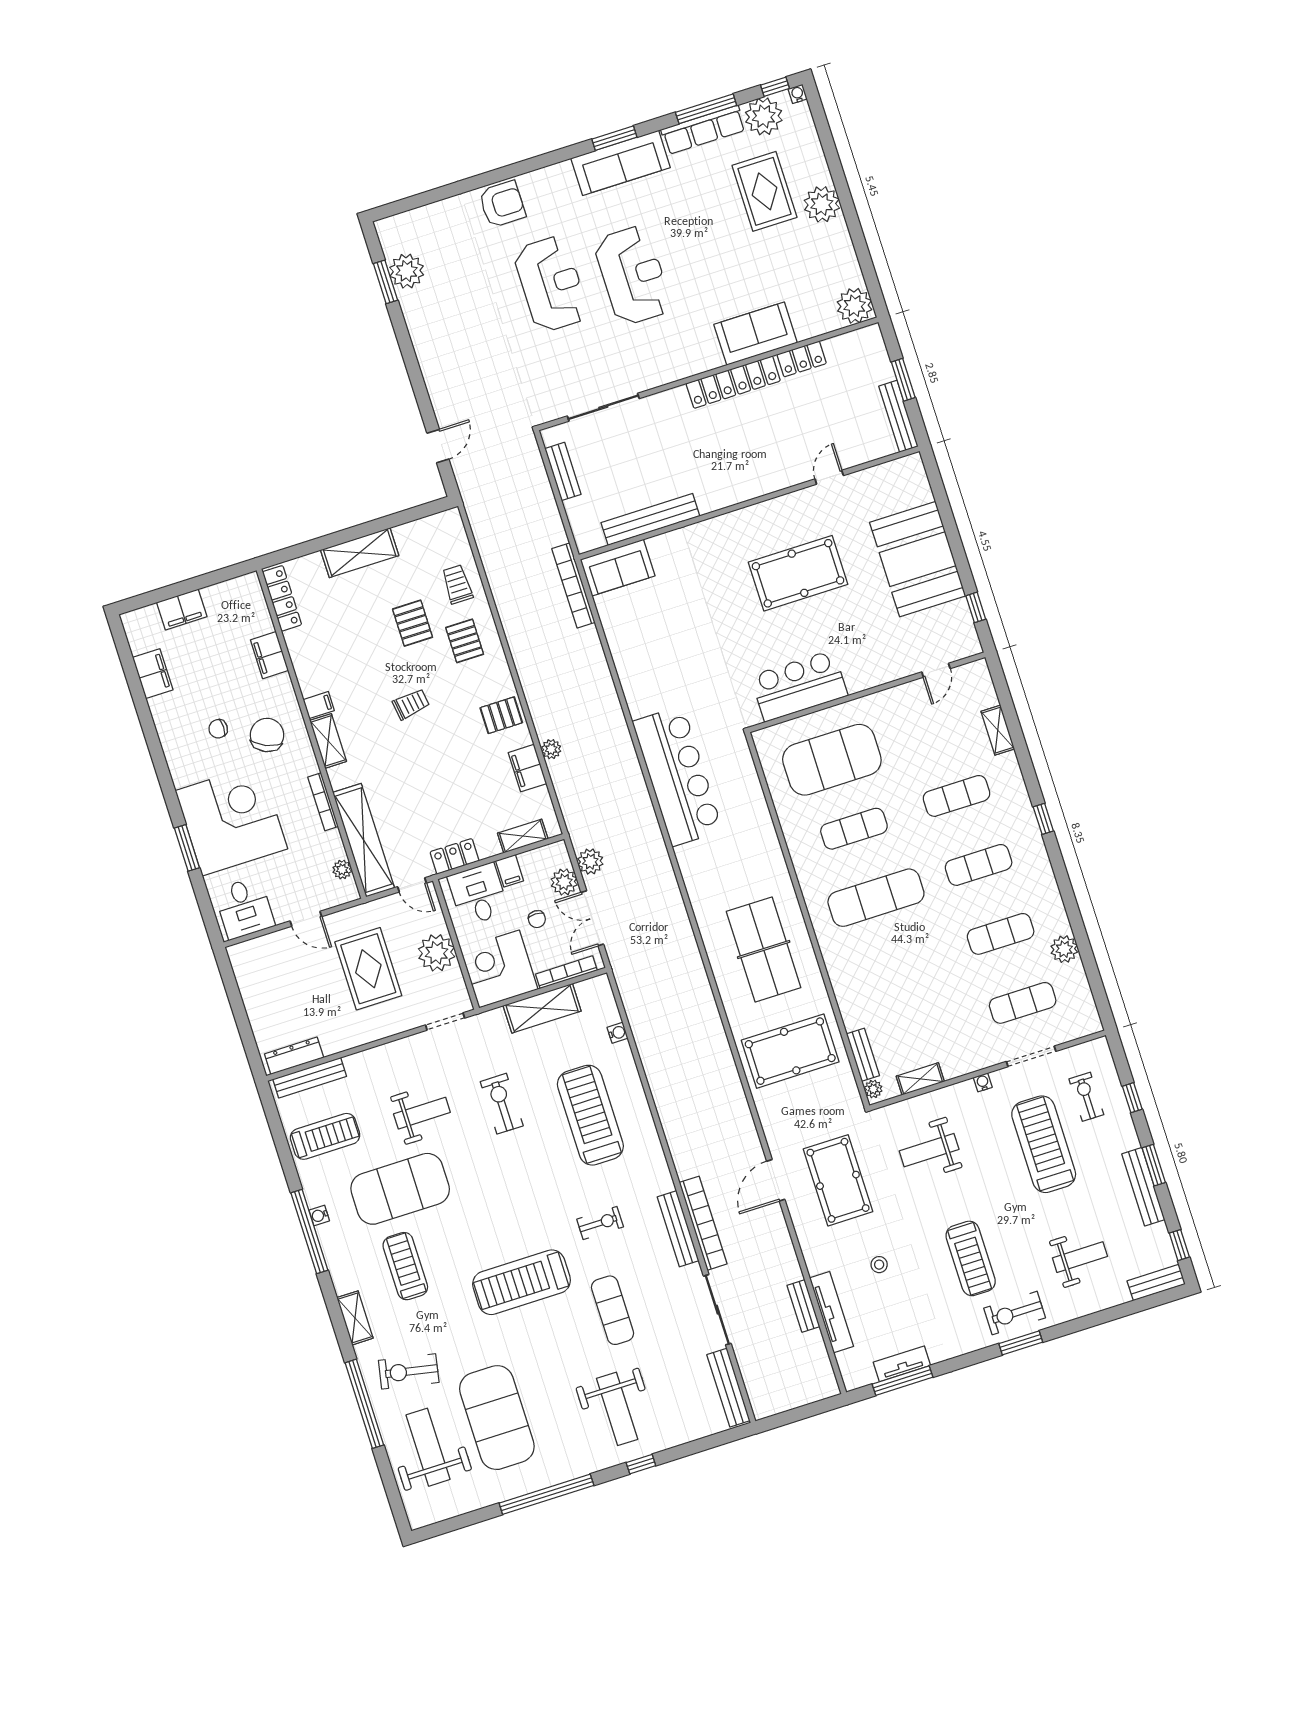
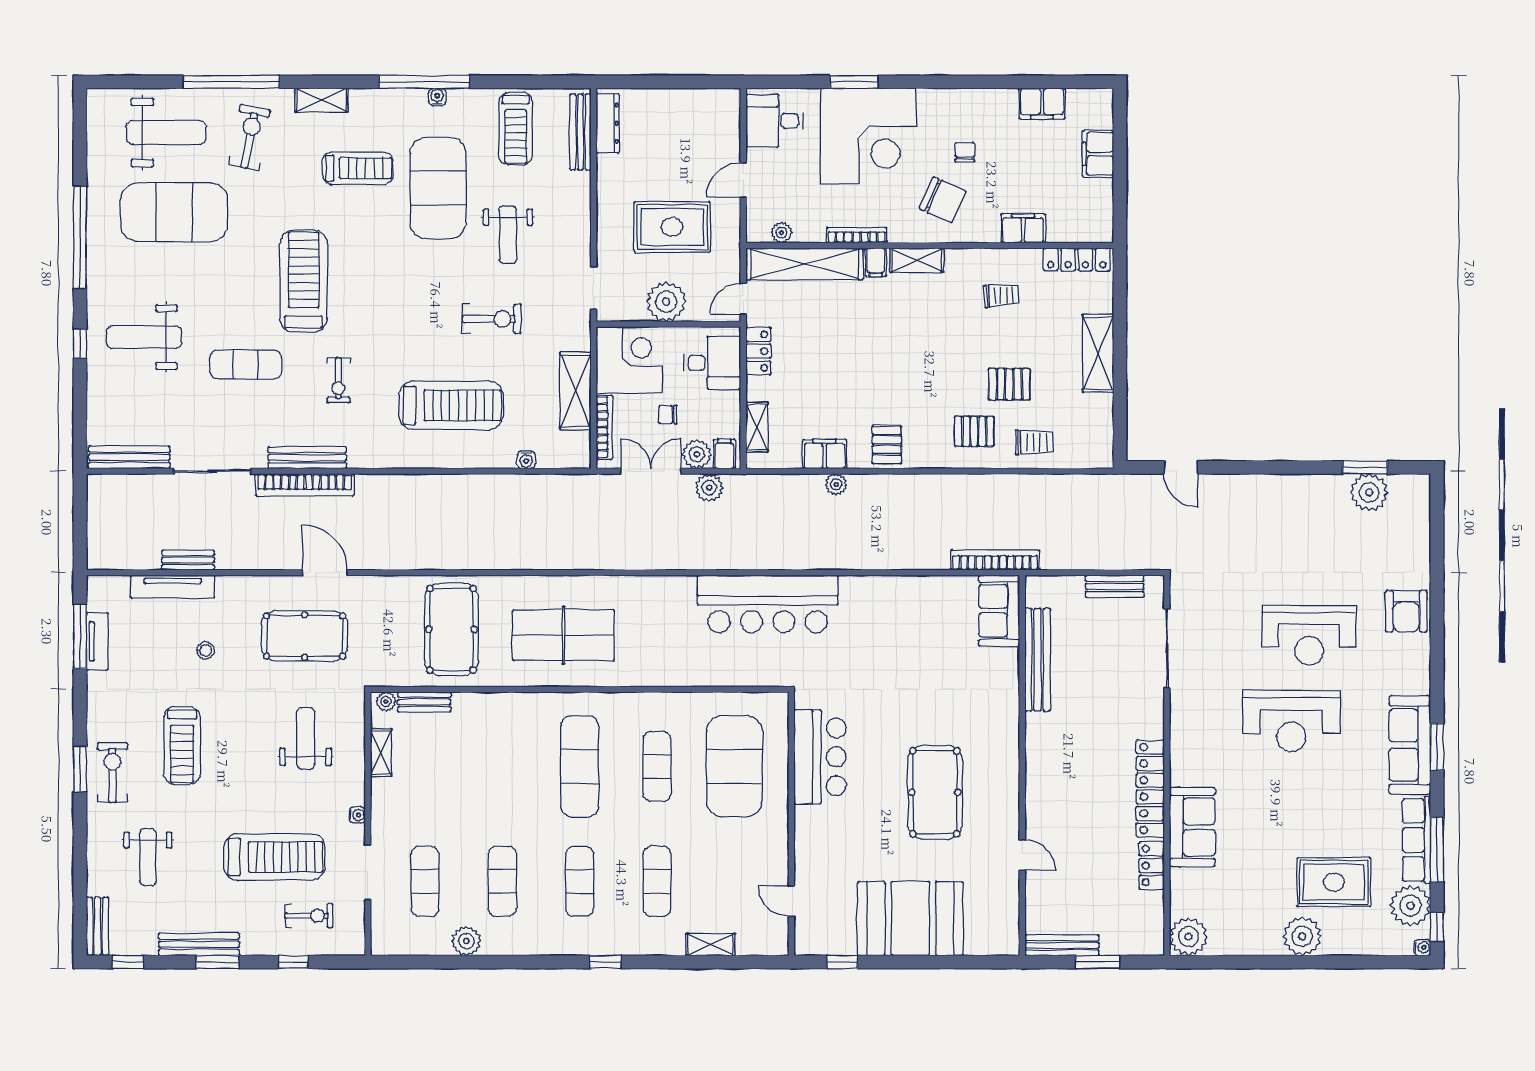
trolley: (411, 704) -> (1001, 296), moved, turned -86
filing cabinet: (319, 705) -> (876, 262), moved
filing cabinet: (510, 871) -> (724, 454), moved, turned 90
treadmill: (971, 1258) -> (182, 745), turned -90

